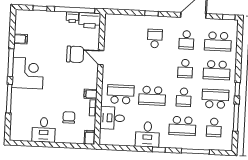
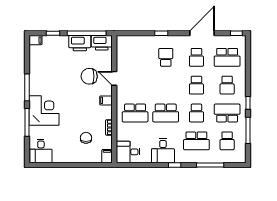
printer: (72, 17) -> (80, 43), width x1.87, depth x1.48
filing cabinet: (21, 39) -> (36, 40), moved
chair: (75, 54) -> (89, 76), turned 180
school desk: (217, 70) -> (227, 85), width x0.54
corner desk: (28, 73) -> (44, 110), moved
filing cabinet: (91, 94) -> (106, 100), moved
school desk: (121, 94) -> (135, 113), turned 180
desk: (112, 118) -> (128, 152), moved
desk: (44, 130) -> (41, 151), moved

